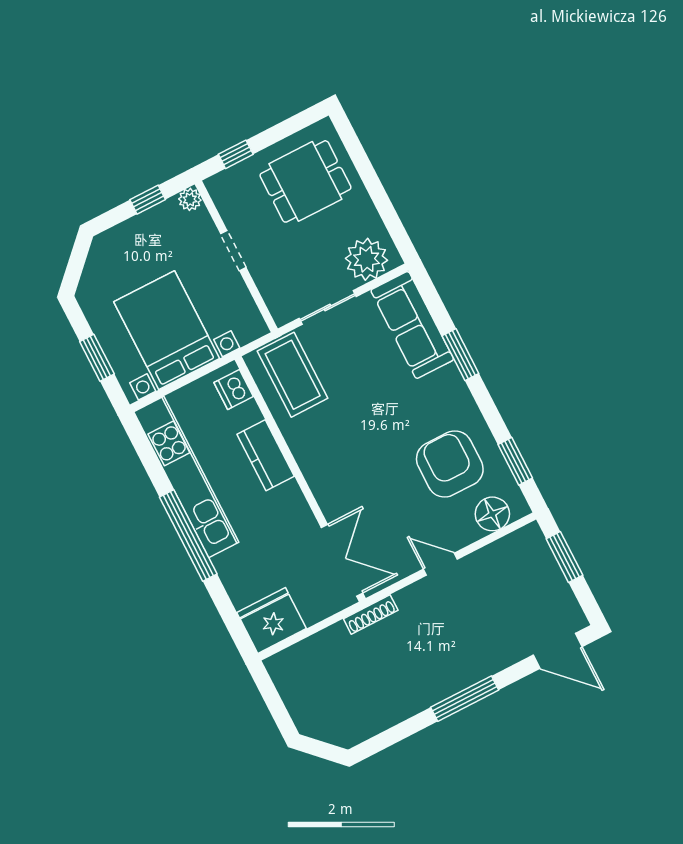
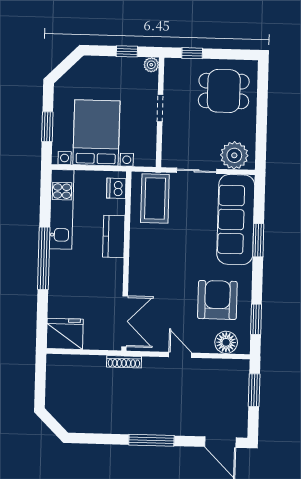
sofa: (412, 325) -> (236, 220), width x1.36, depth x1.27
kitchen unit: (186, 477) -> (61, 209), width x0.73

